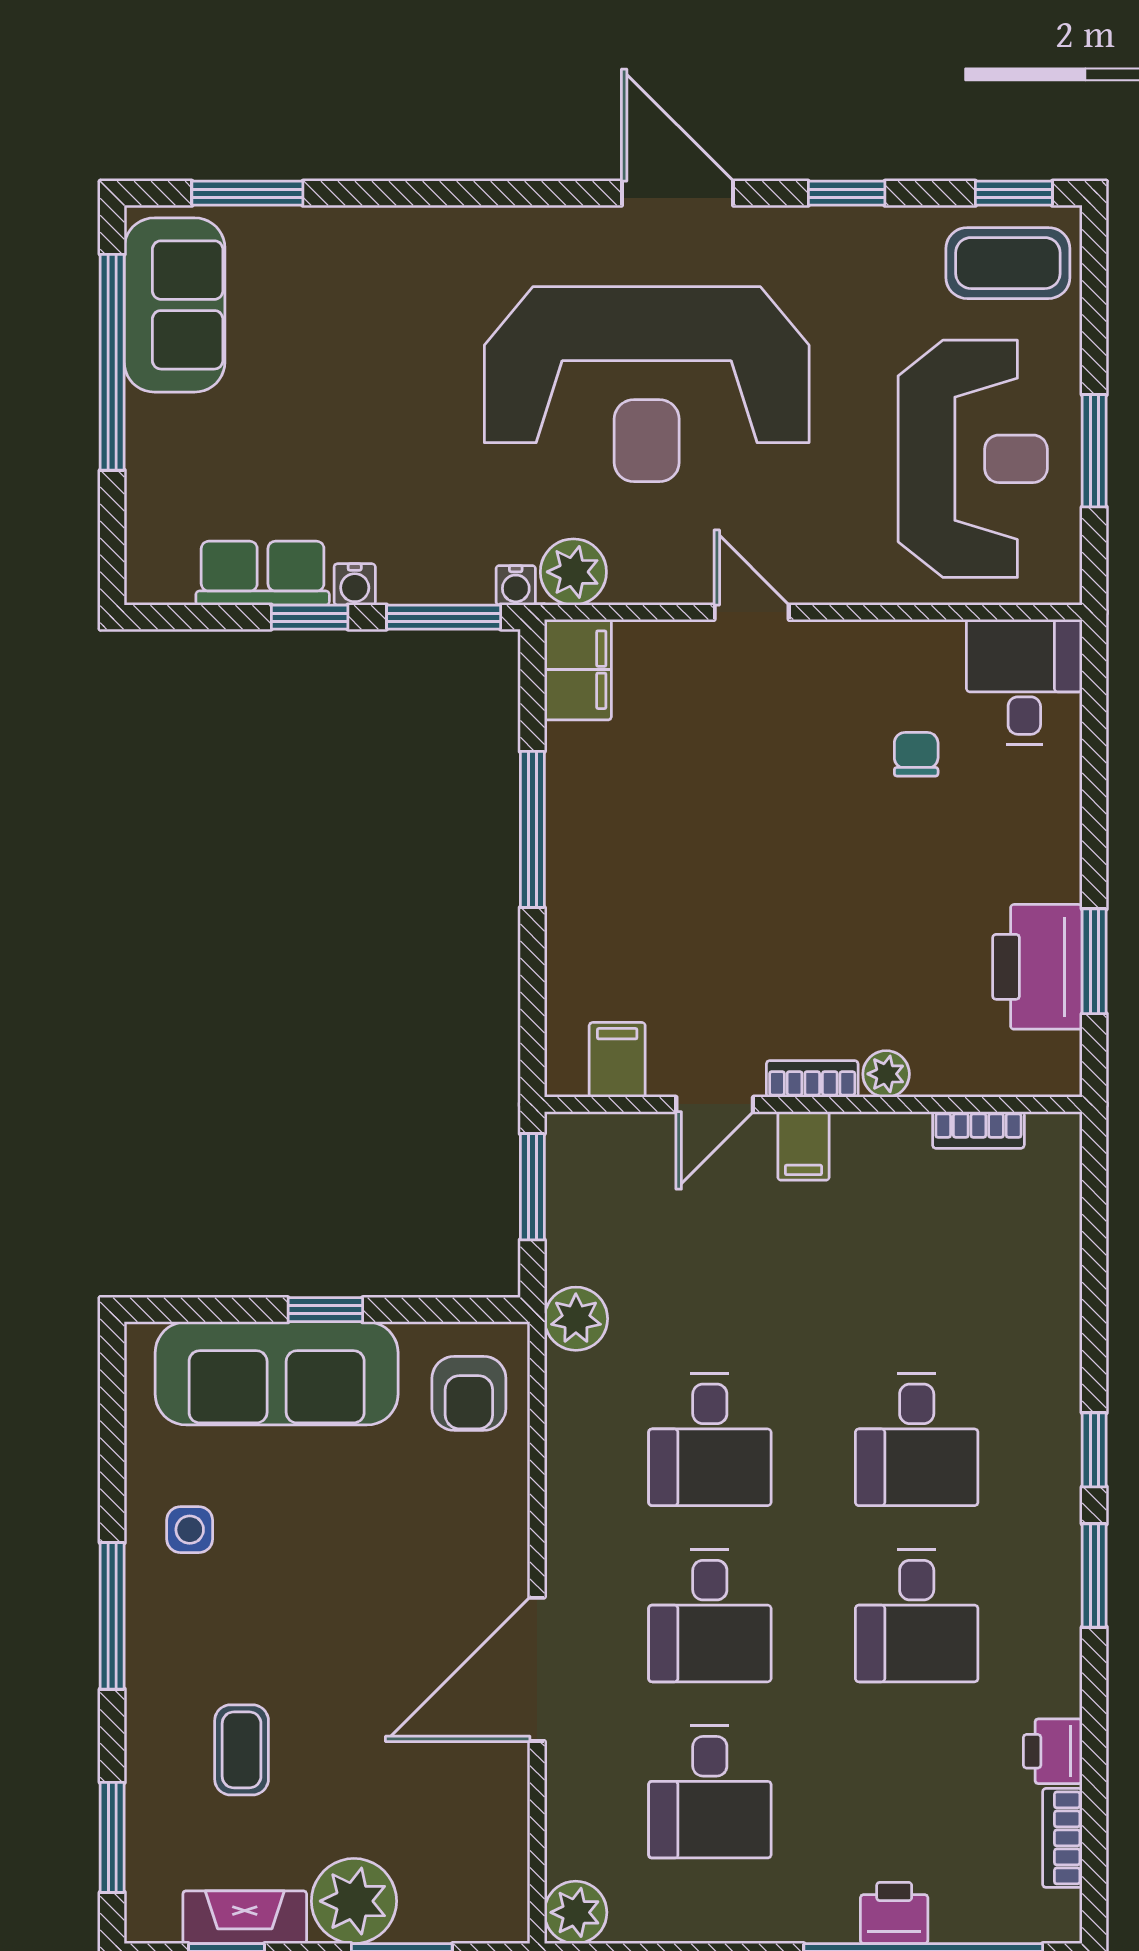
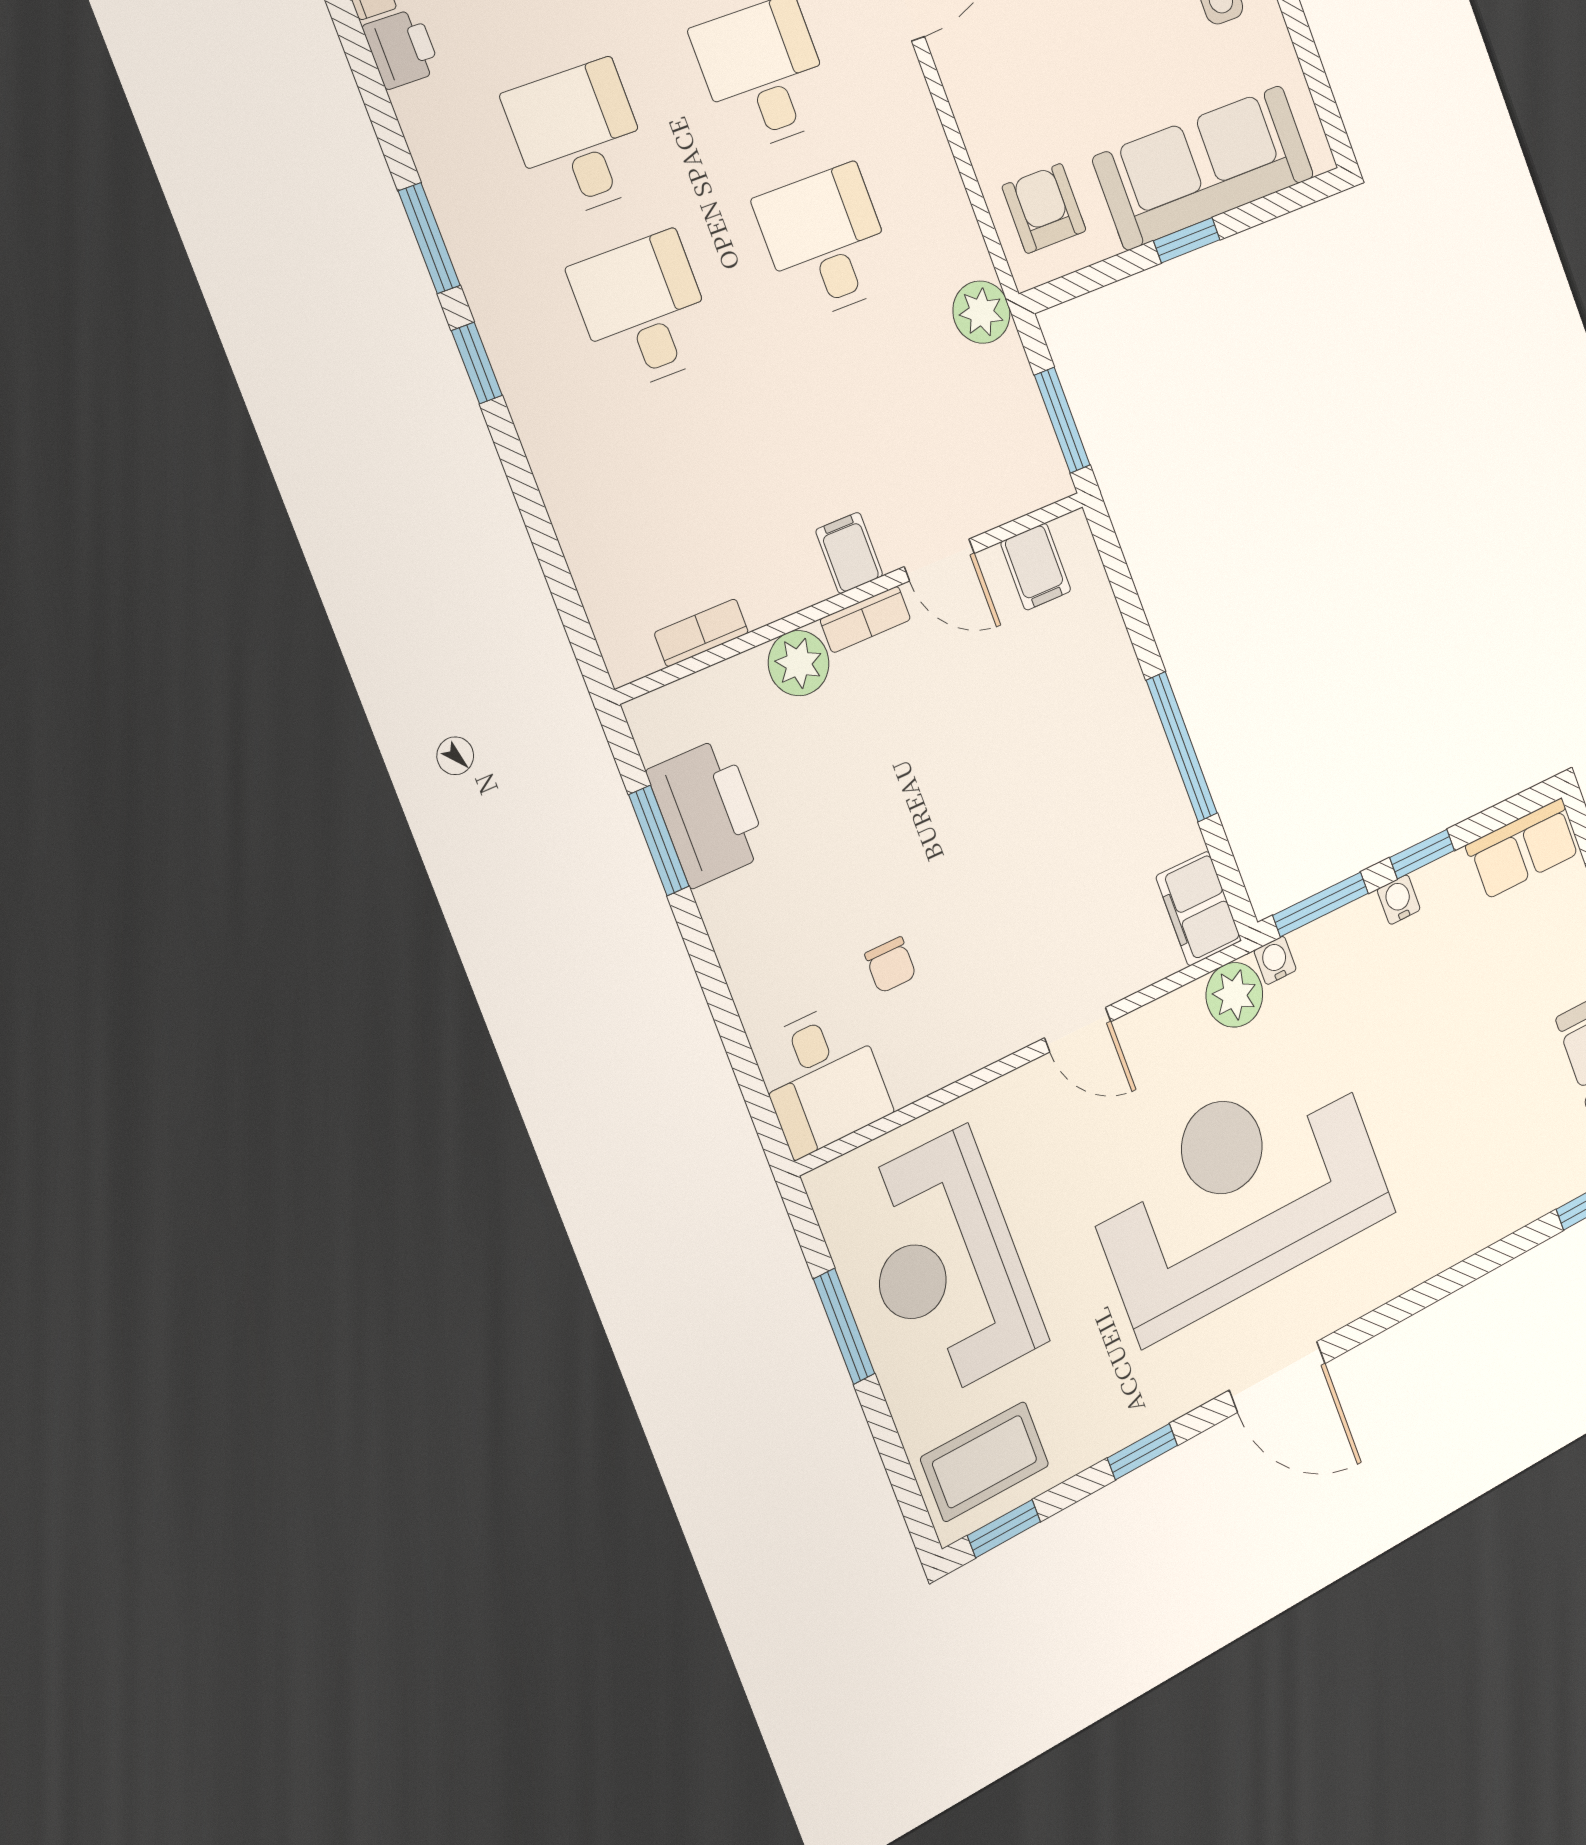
row of seats: (263, 573) -> (1523, 849), moved
plant: (886, 1074) -> (799, 663), width x1.38, depth x1.38
door: (715, 1104) -> (939, 560), swing flipped

